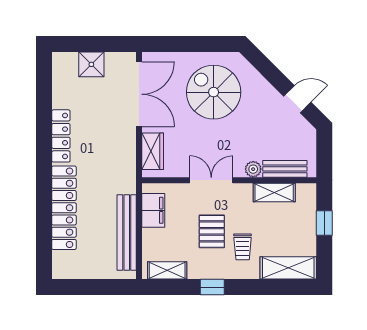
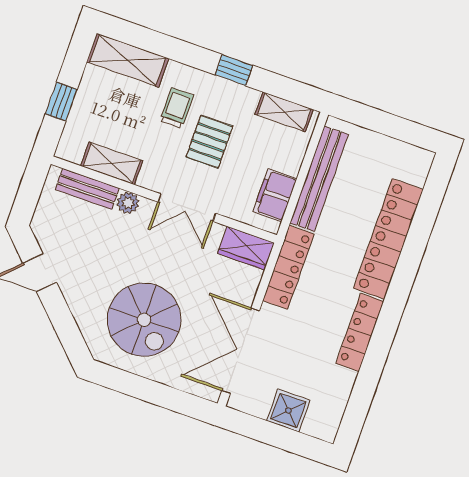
wardrobe: (153, 151) -> (246, 248), moved, turned -90
locker: (126, 164) -> (288, 267), added

